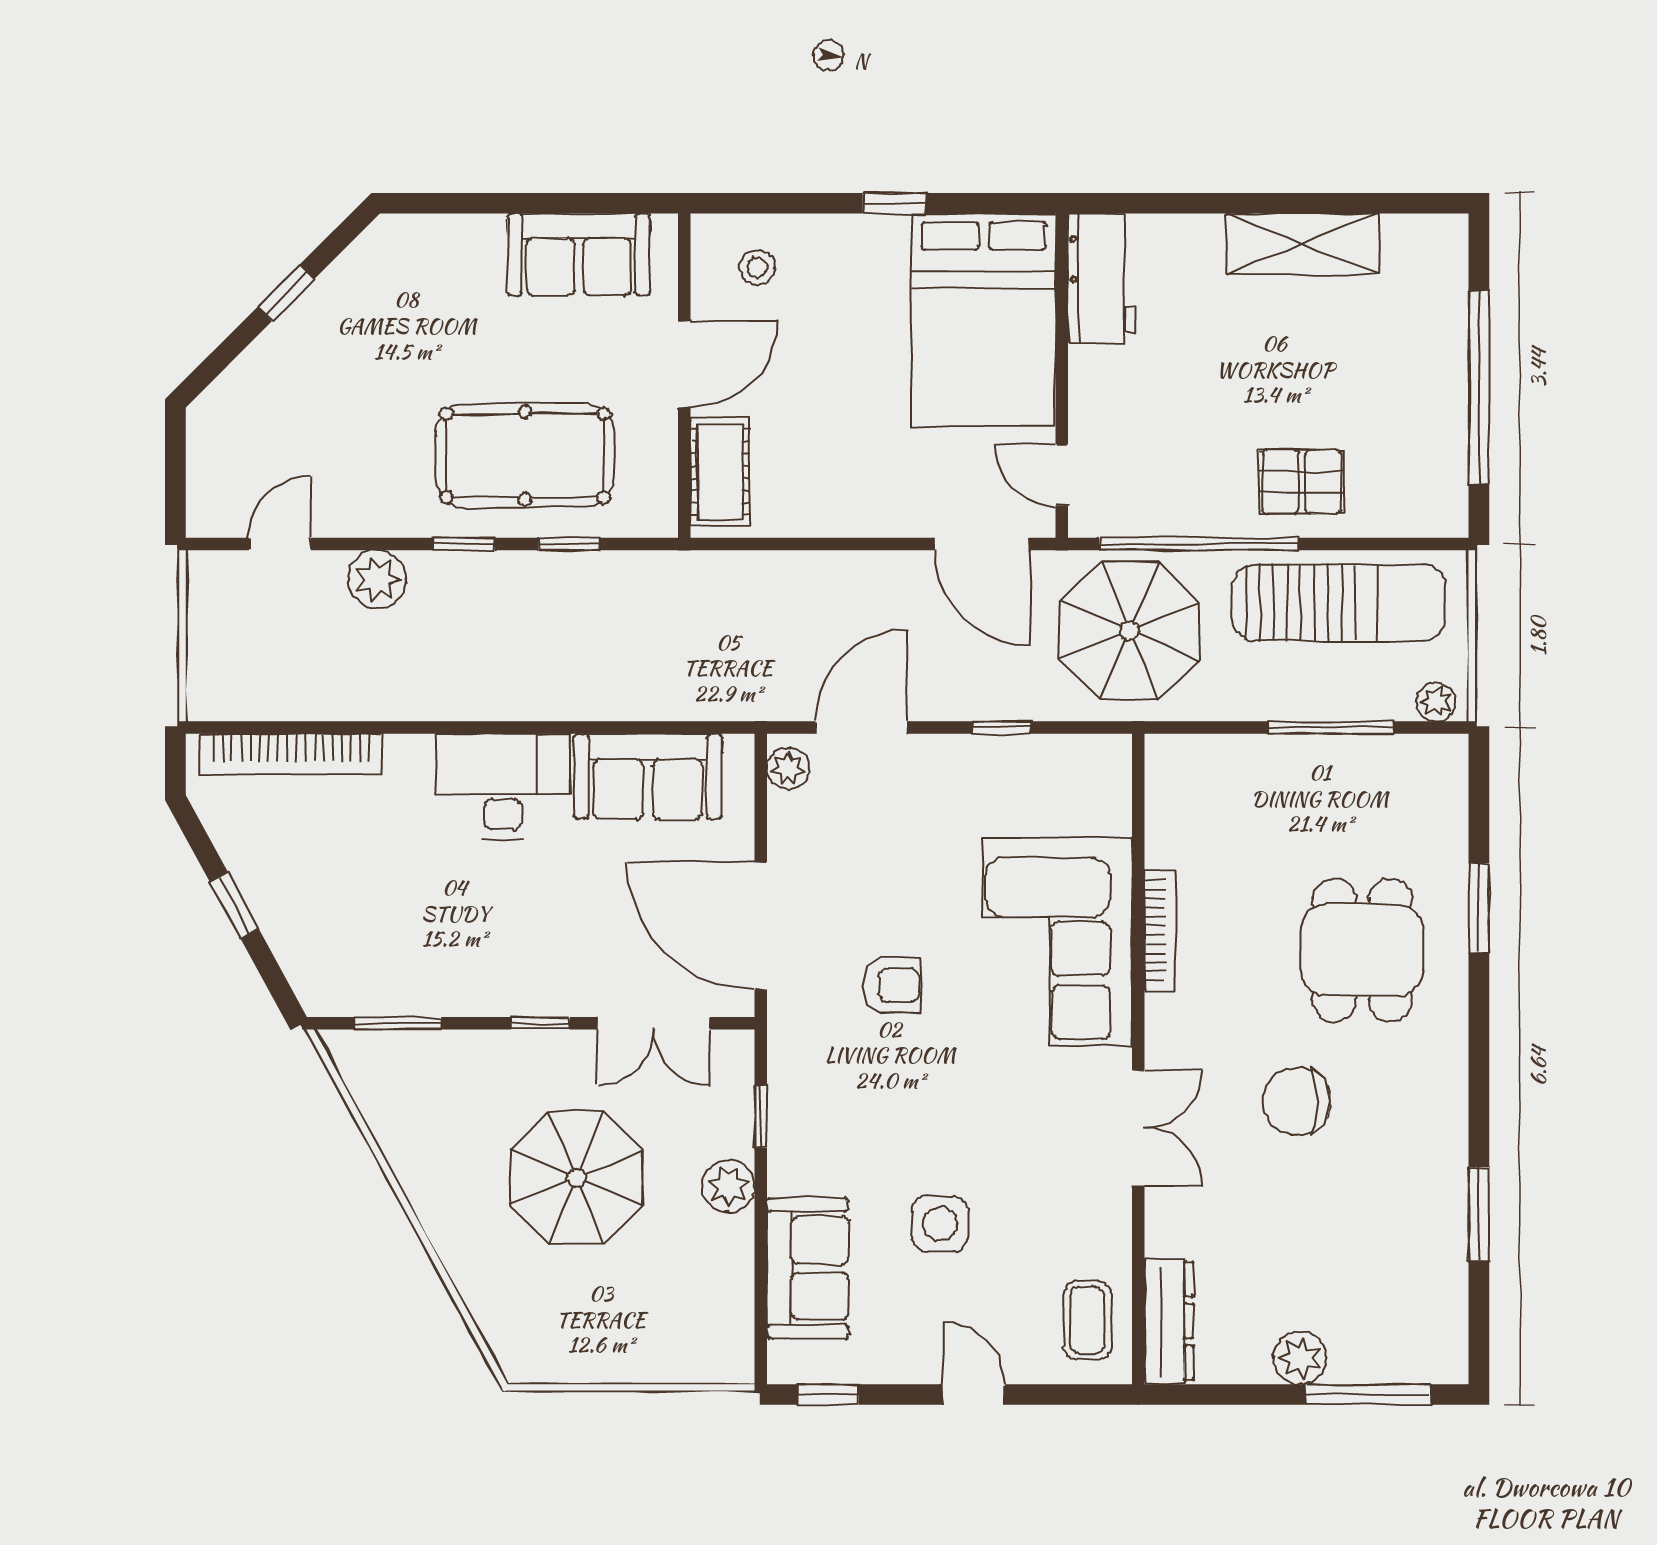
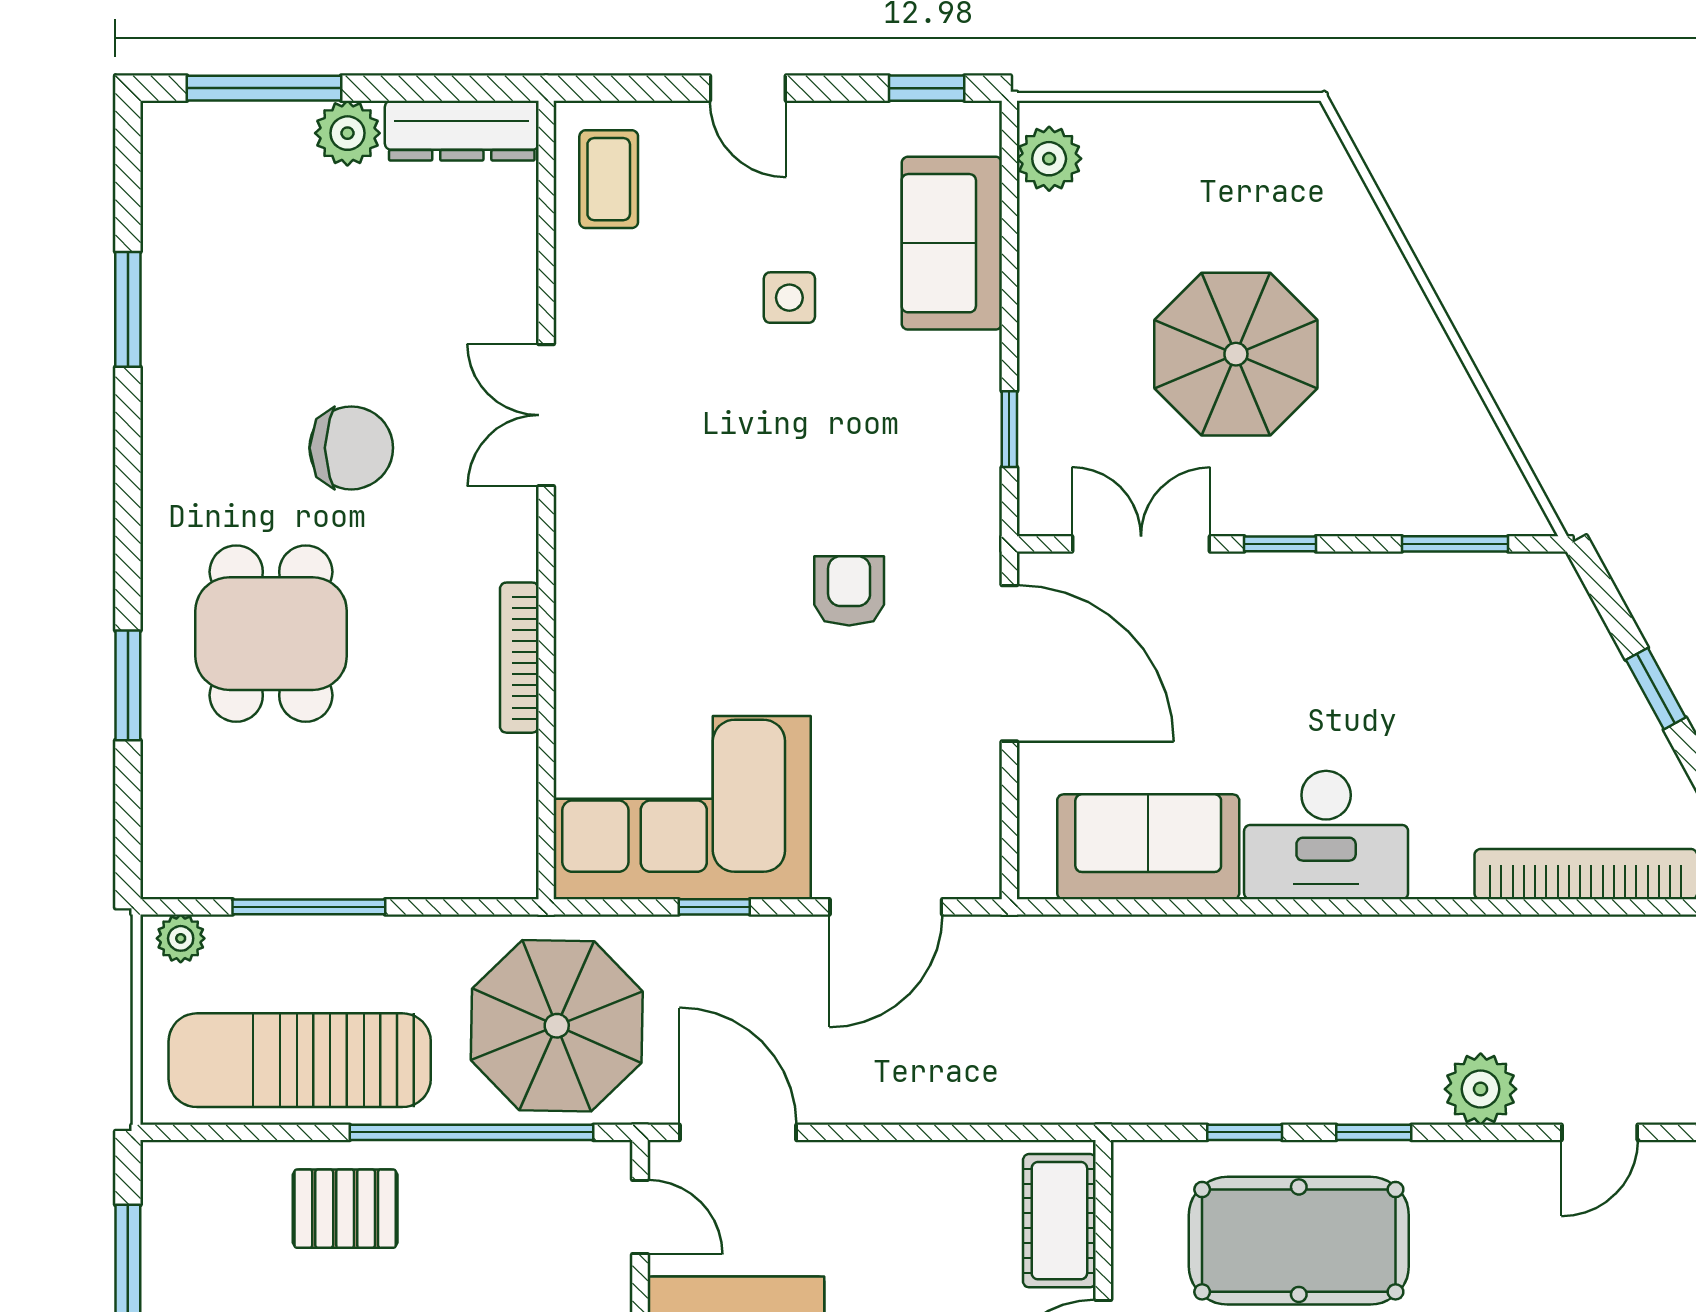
plant: (788, 768) -> (976, 857), removed
corner sofa: (1057, 942) -> (682, 808), moved, turned -90
armchair: (891, 985) -> (849, 591), turned 90
plant: (728, 1186) -> (1049, 159), moved
side table: (940, 1224) -> (789, 298), width x0.73, depth x0.73
dresser: (1169, 1321) -> (462, 131), moved, turned -90

